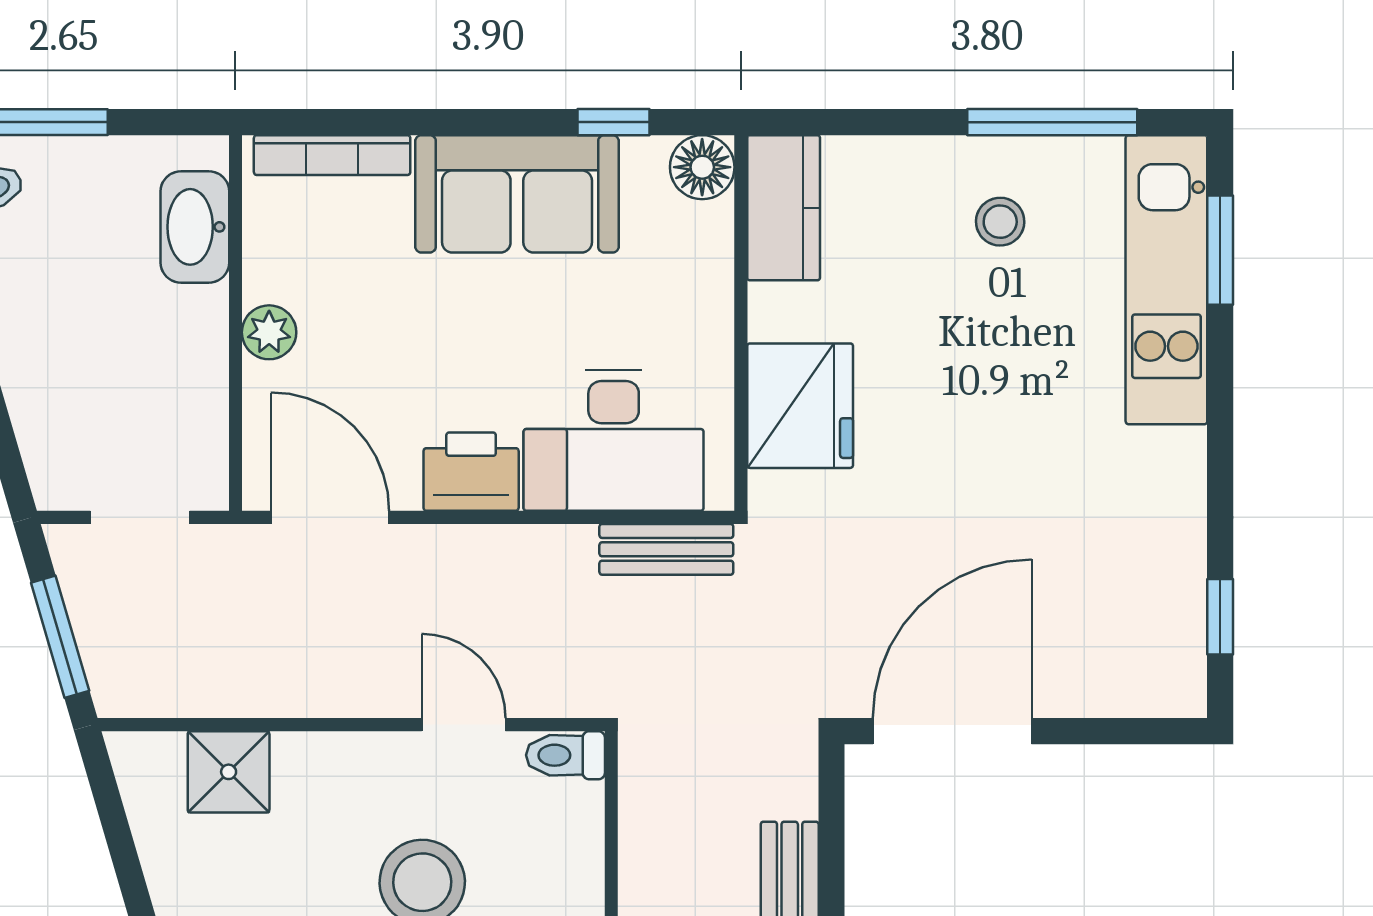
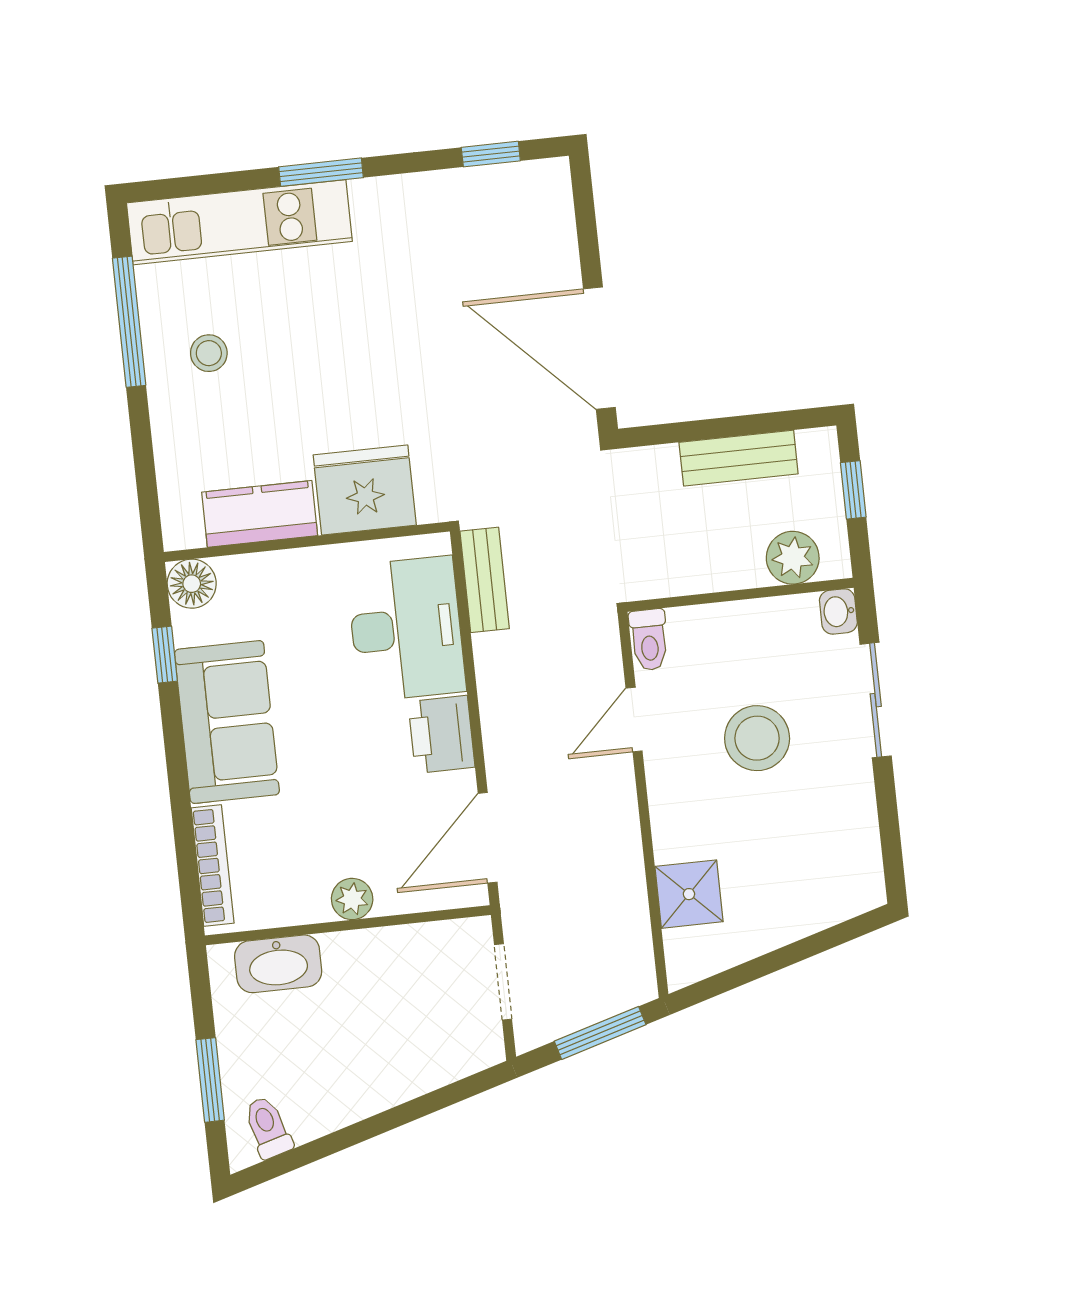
kitchen counter: (784, 208) -> (260, 514), moved
window: (1220, 250) -> (321, 172), moved

